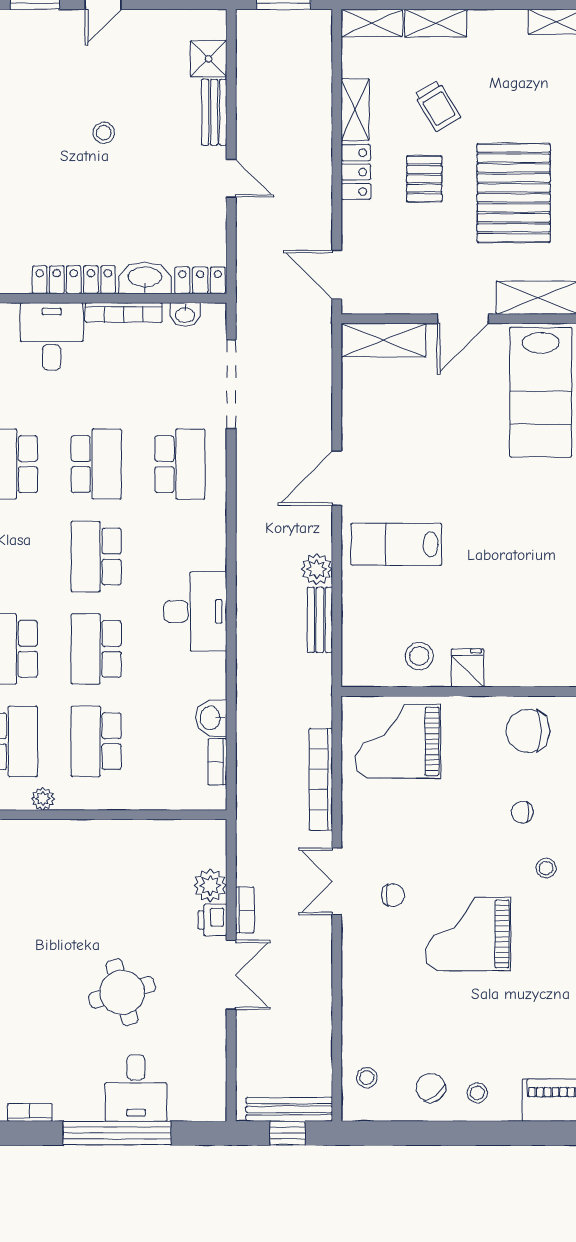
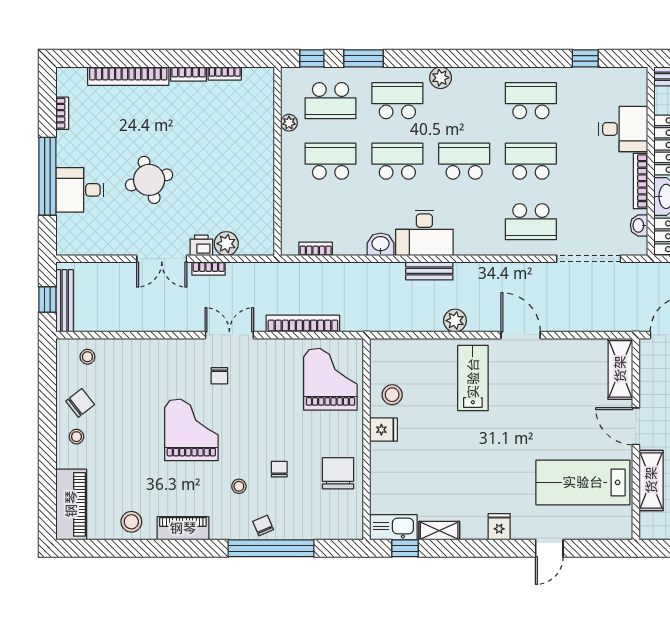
school desk: (96, 464) -> (531, 161), turned 180
bench: (320, 620) -> (429, 271), moved
washbasin: (211, 718) -> (381, 244), moved

